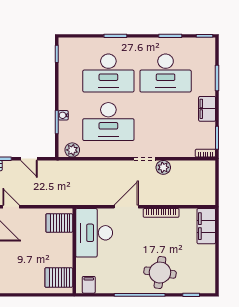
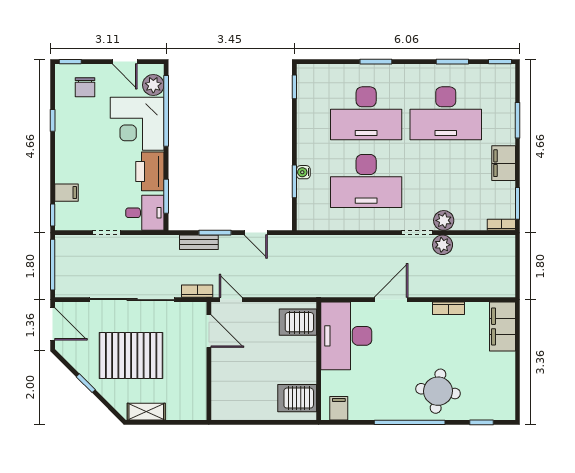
plant: (72, 150) -> (444, 220), moved
bookcase: (161, 213) -> (448, 308), width x0.64

